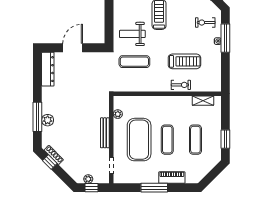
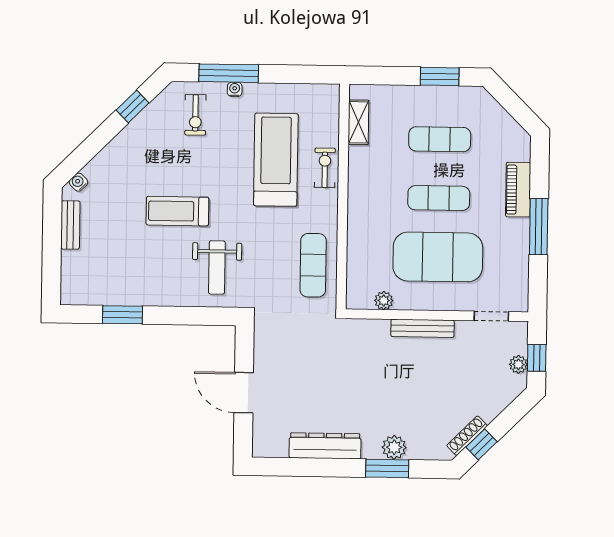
treadmill: (184, 61) -> (276, 160), width x1.37, depth x1.38
exercise mat: (134, 62) -> (313, 265), moved
dresser: (48, 69) -> (325, 446), moved
window: (37, 117) -> (387, 468), width x0.69

